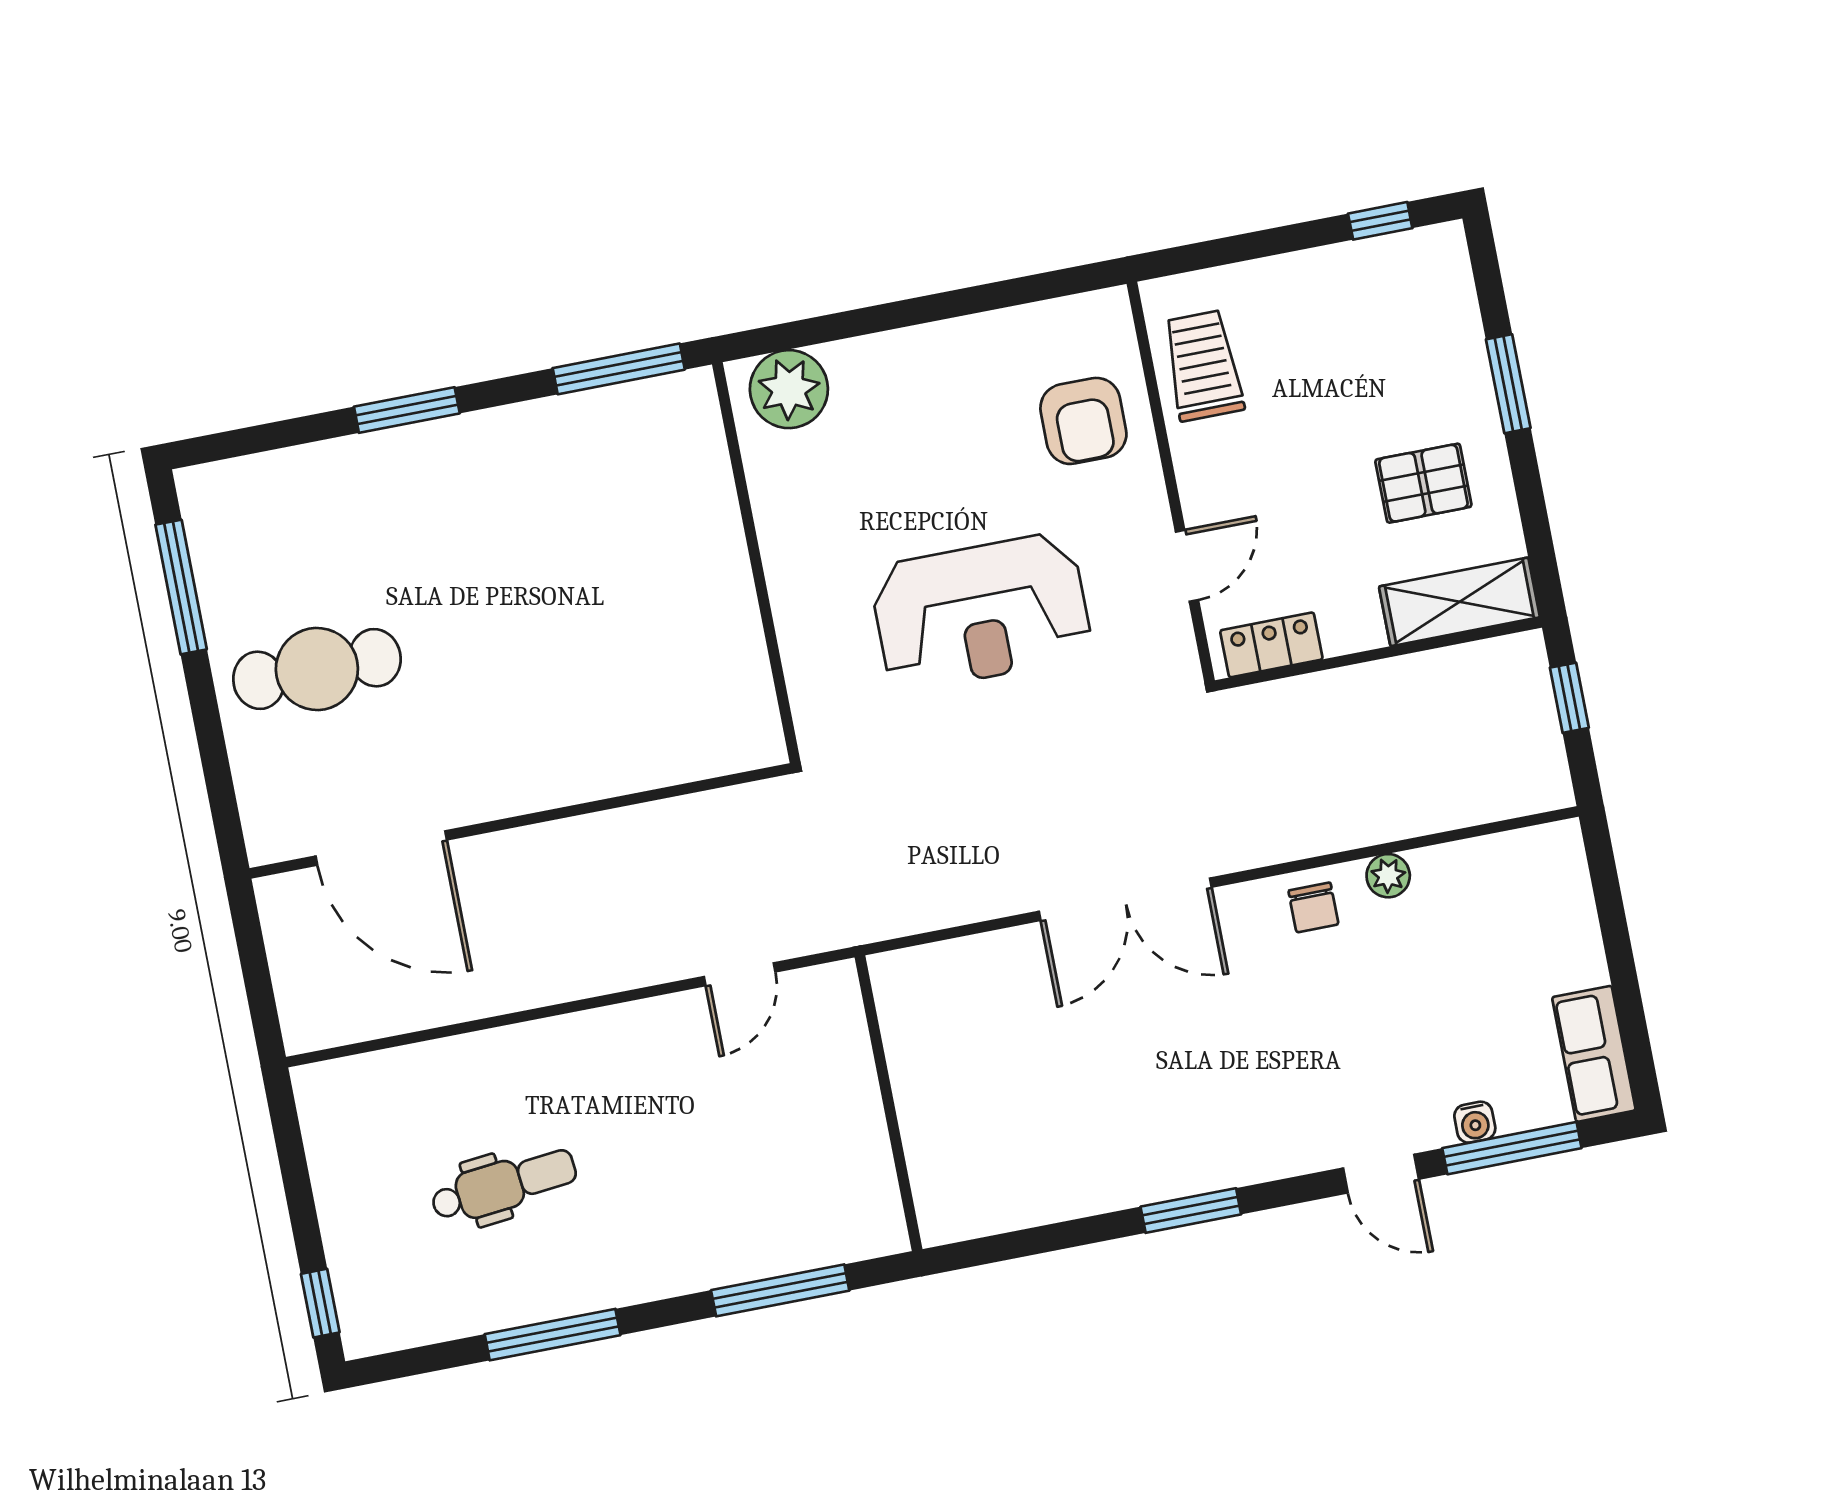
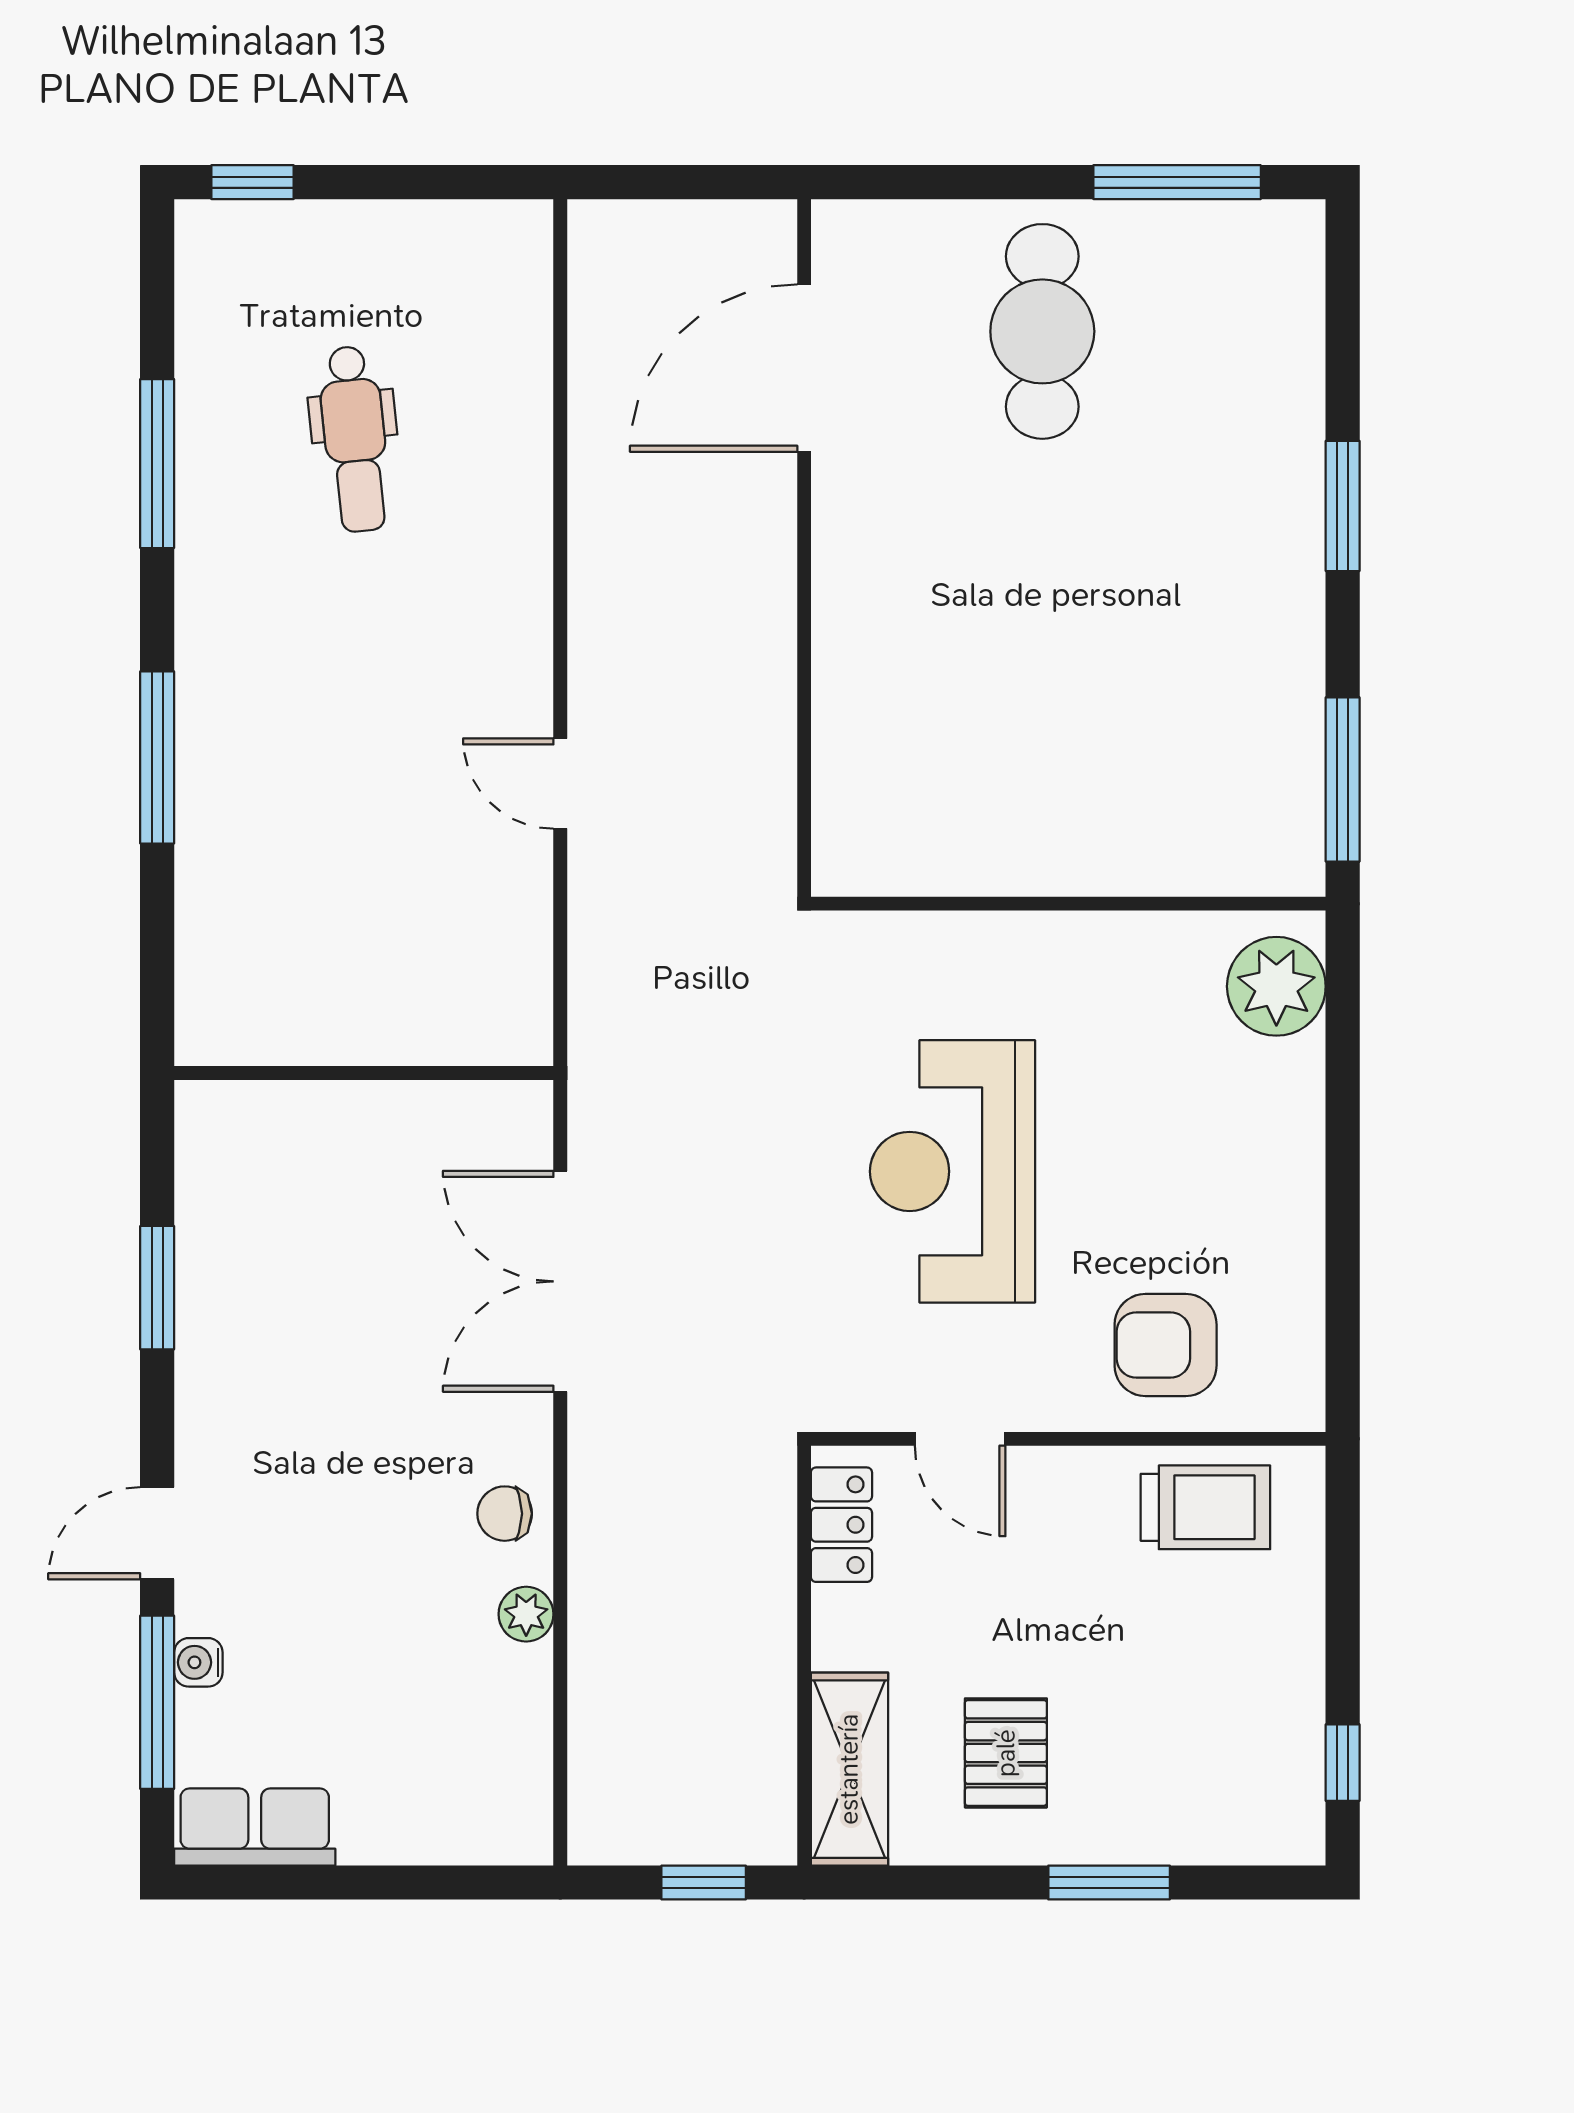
wall: (889, 1103) -> (364, 1073), moved

